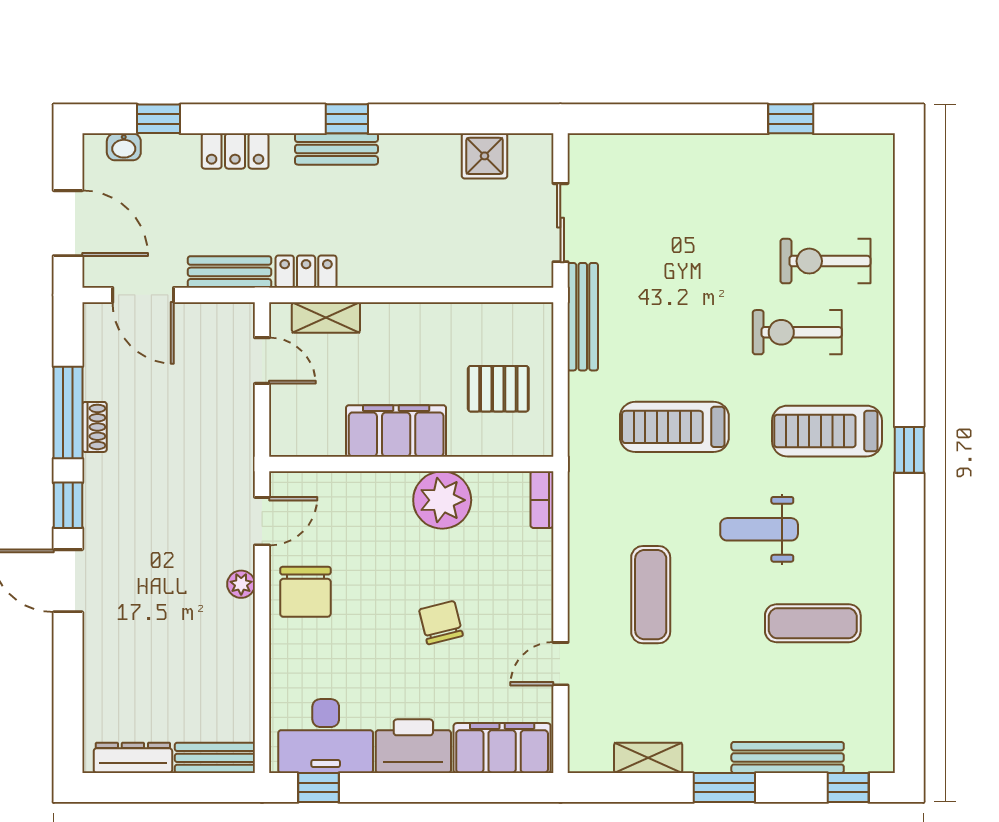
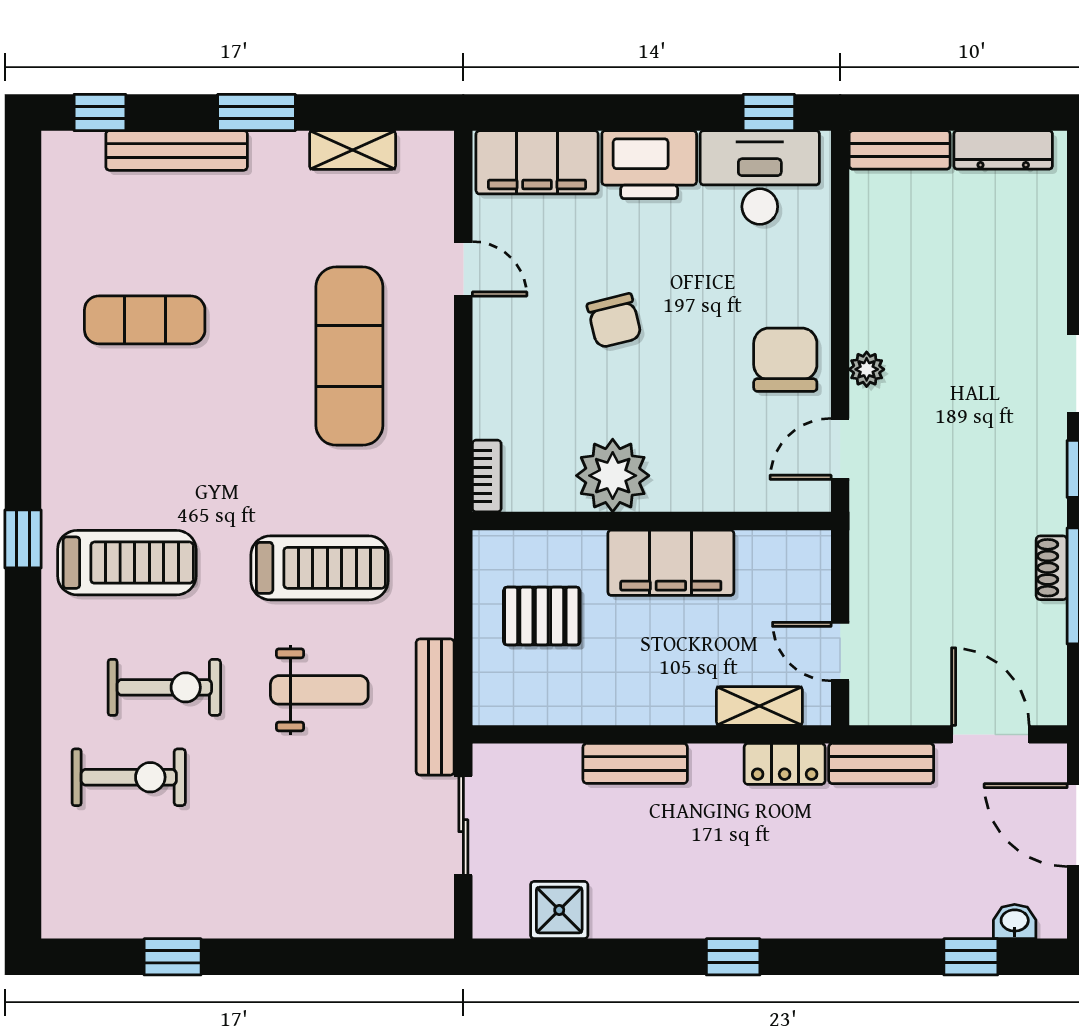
bench: (336, 149) -> (635, 763), moved
locker: (235, 151) -> (874, 916), removed
weight bench: (759, 529) -> (319, 690), moved
exercise mat: (651, 595) -> (349, 356), width x1.36, depth x1.45
door: (560, 664) -> (463, 269), hinge flipped

